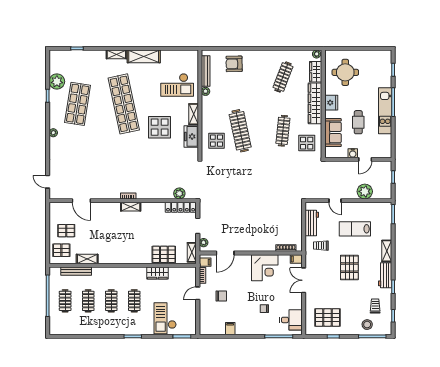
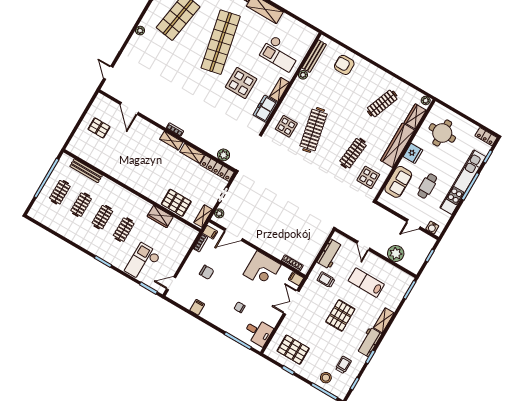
locker: (382, 55) -> (486, 137), added
kitchen unit: (385, 111) -> (463, 182), width x1.36
water cooler: (353, 153) -> (432, 228), moved
pallet: (61, 250) -> (84, 143), removed
shelving: (87, 259) -> (192, 153), moved
door: (198, 293) -> (171, 283), moved

